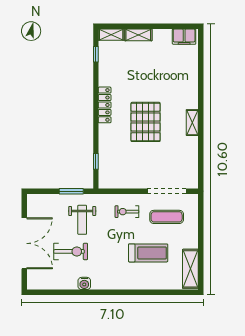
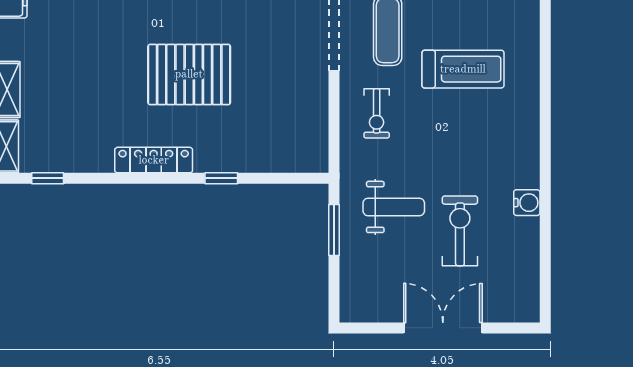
window: (96, 161) -> (221, 178), moved
double door: (24, 243) -> (443, 328), width x0.73
treadmill: (148, 253) -> (463, 69), turned 90

